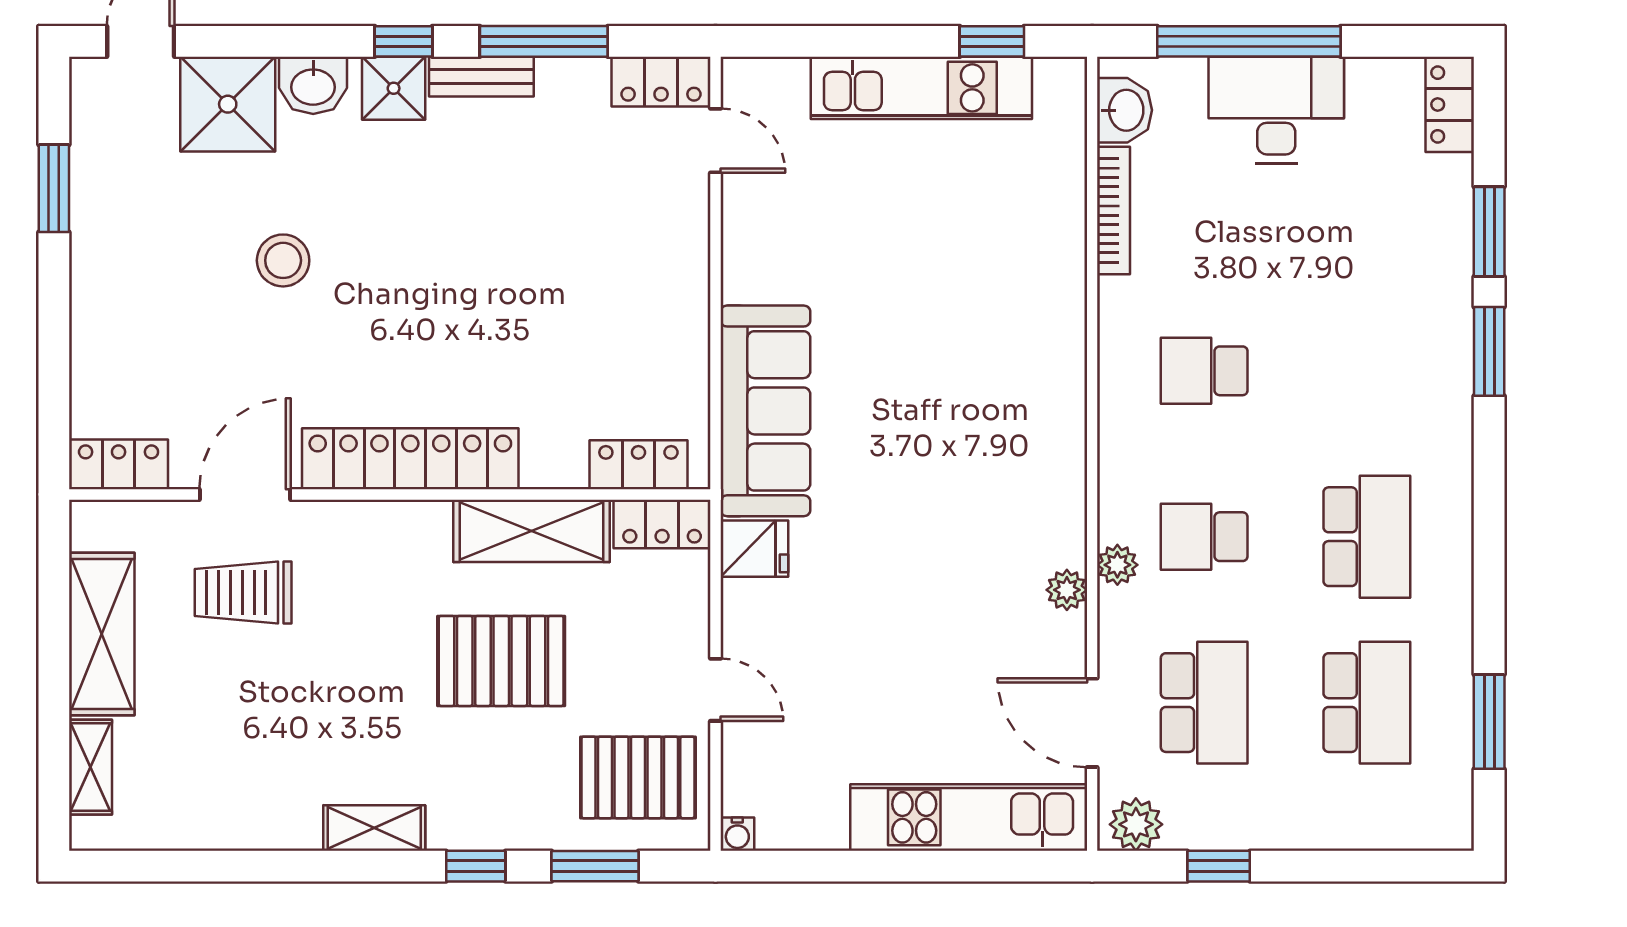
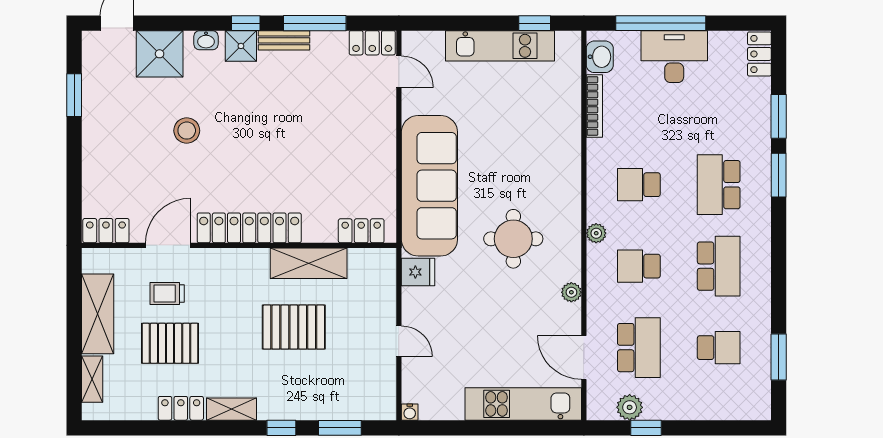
washbasin: (313, 85) -> (206, 40), width x0.72, depth x0.69
school desk: (1367, 371) -> (719, 185), added
sofa: (765, 411) -> (429, 186), width x1.36, depth x1.27
round table: (948, 481) -> (513, 239), added
locker: (662, 524) -> (181, 408), moved, turned 180
plant: (1117, 565) -> (596, 233), moved
trolley: (243, 593) -> (167, 294), width x0.73, depth x0.72
school desk: (1367, 703) -> (719, 348), width x0.54
pallet: (638, 777) -> (170, 343), moved
plant: (1136, 824) -> (630, 407), moved

